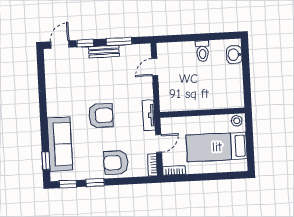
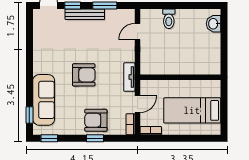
toilet: (202, 51) -> (169, 19), moved
bench: (104, 52) -> (85, 14), width x1.36
stool: (237, 121) -> (213, 87), removed
window: (95, 183) -> (95, 138), moved

